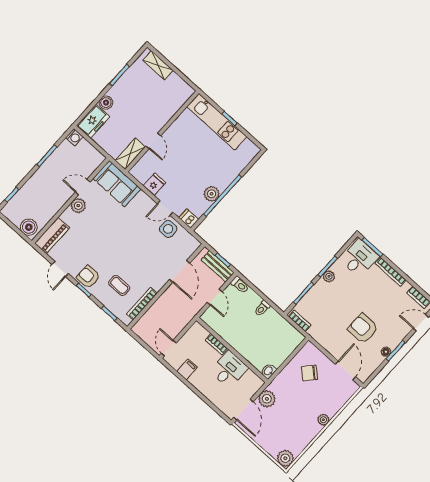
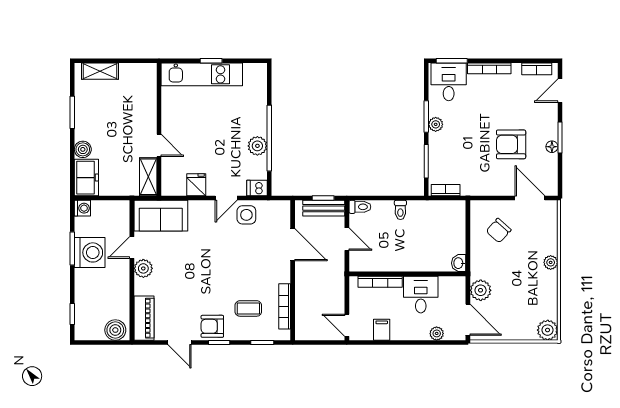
washing machine: (55, 167) -> (90, 252), added
bookcase: (217, 344) -> (380, 282), width x1.56
plant: (218, 401) -> (437, 333), added

